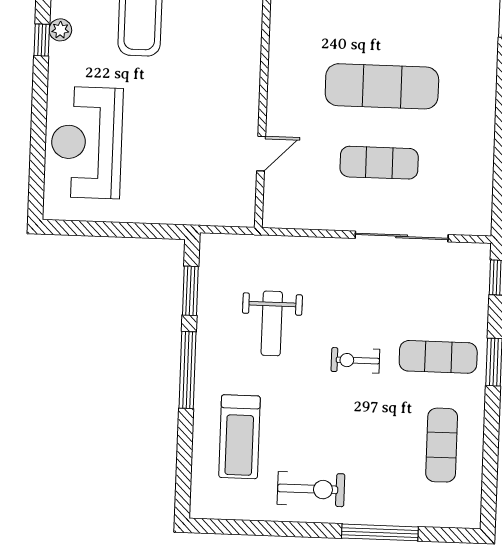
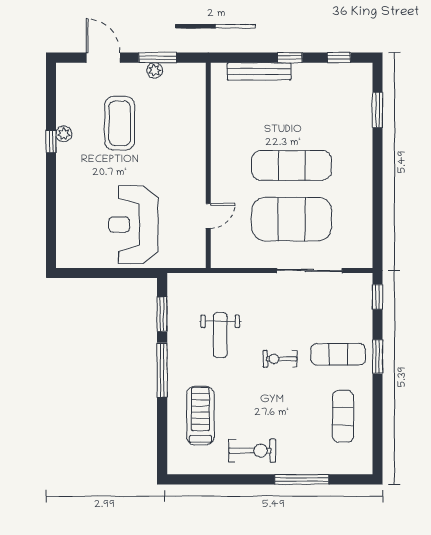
reception desk: (87, 142) -> (133, 225), moved
exercise mat: (379, 163) -> (292, 219), width x2.00, depth x1.45
treadmill: (239, 437) -> (200, 416), turned 180

